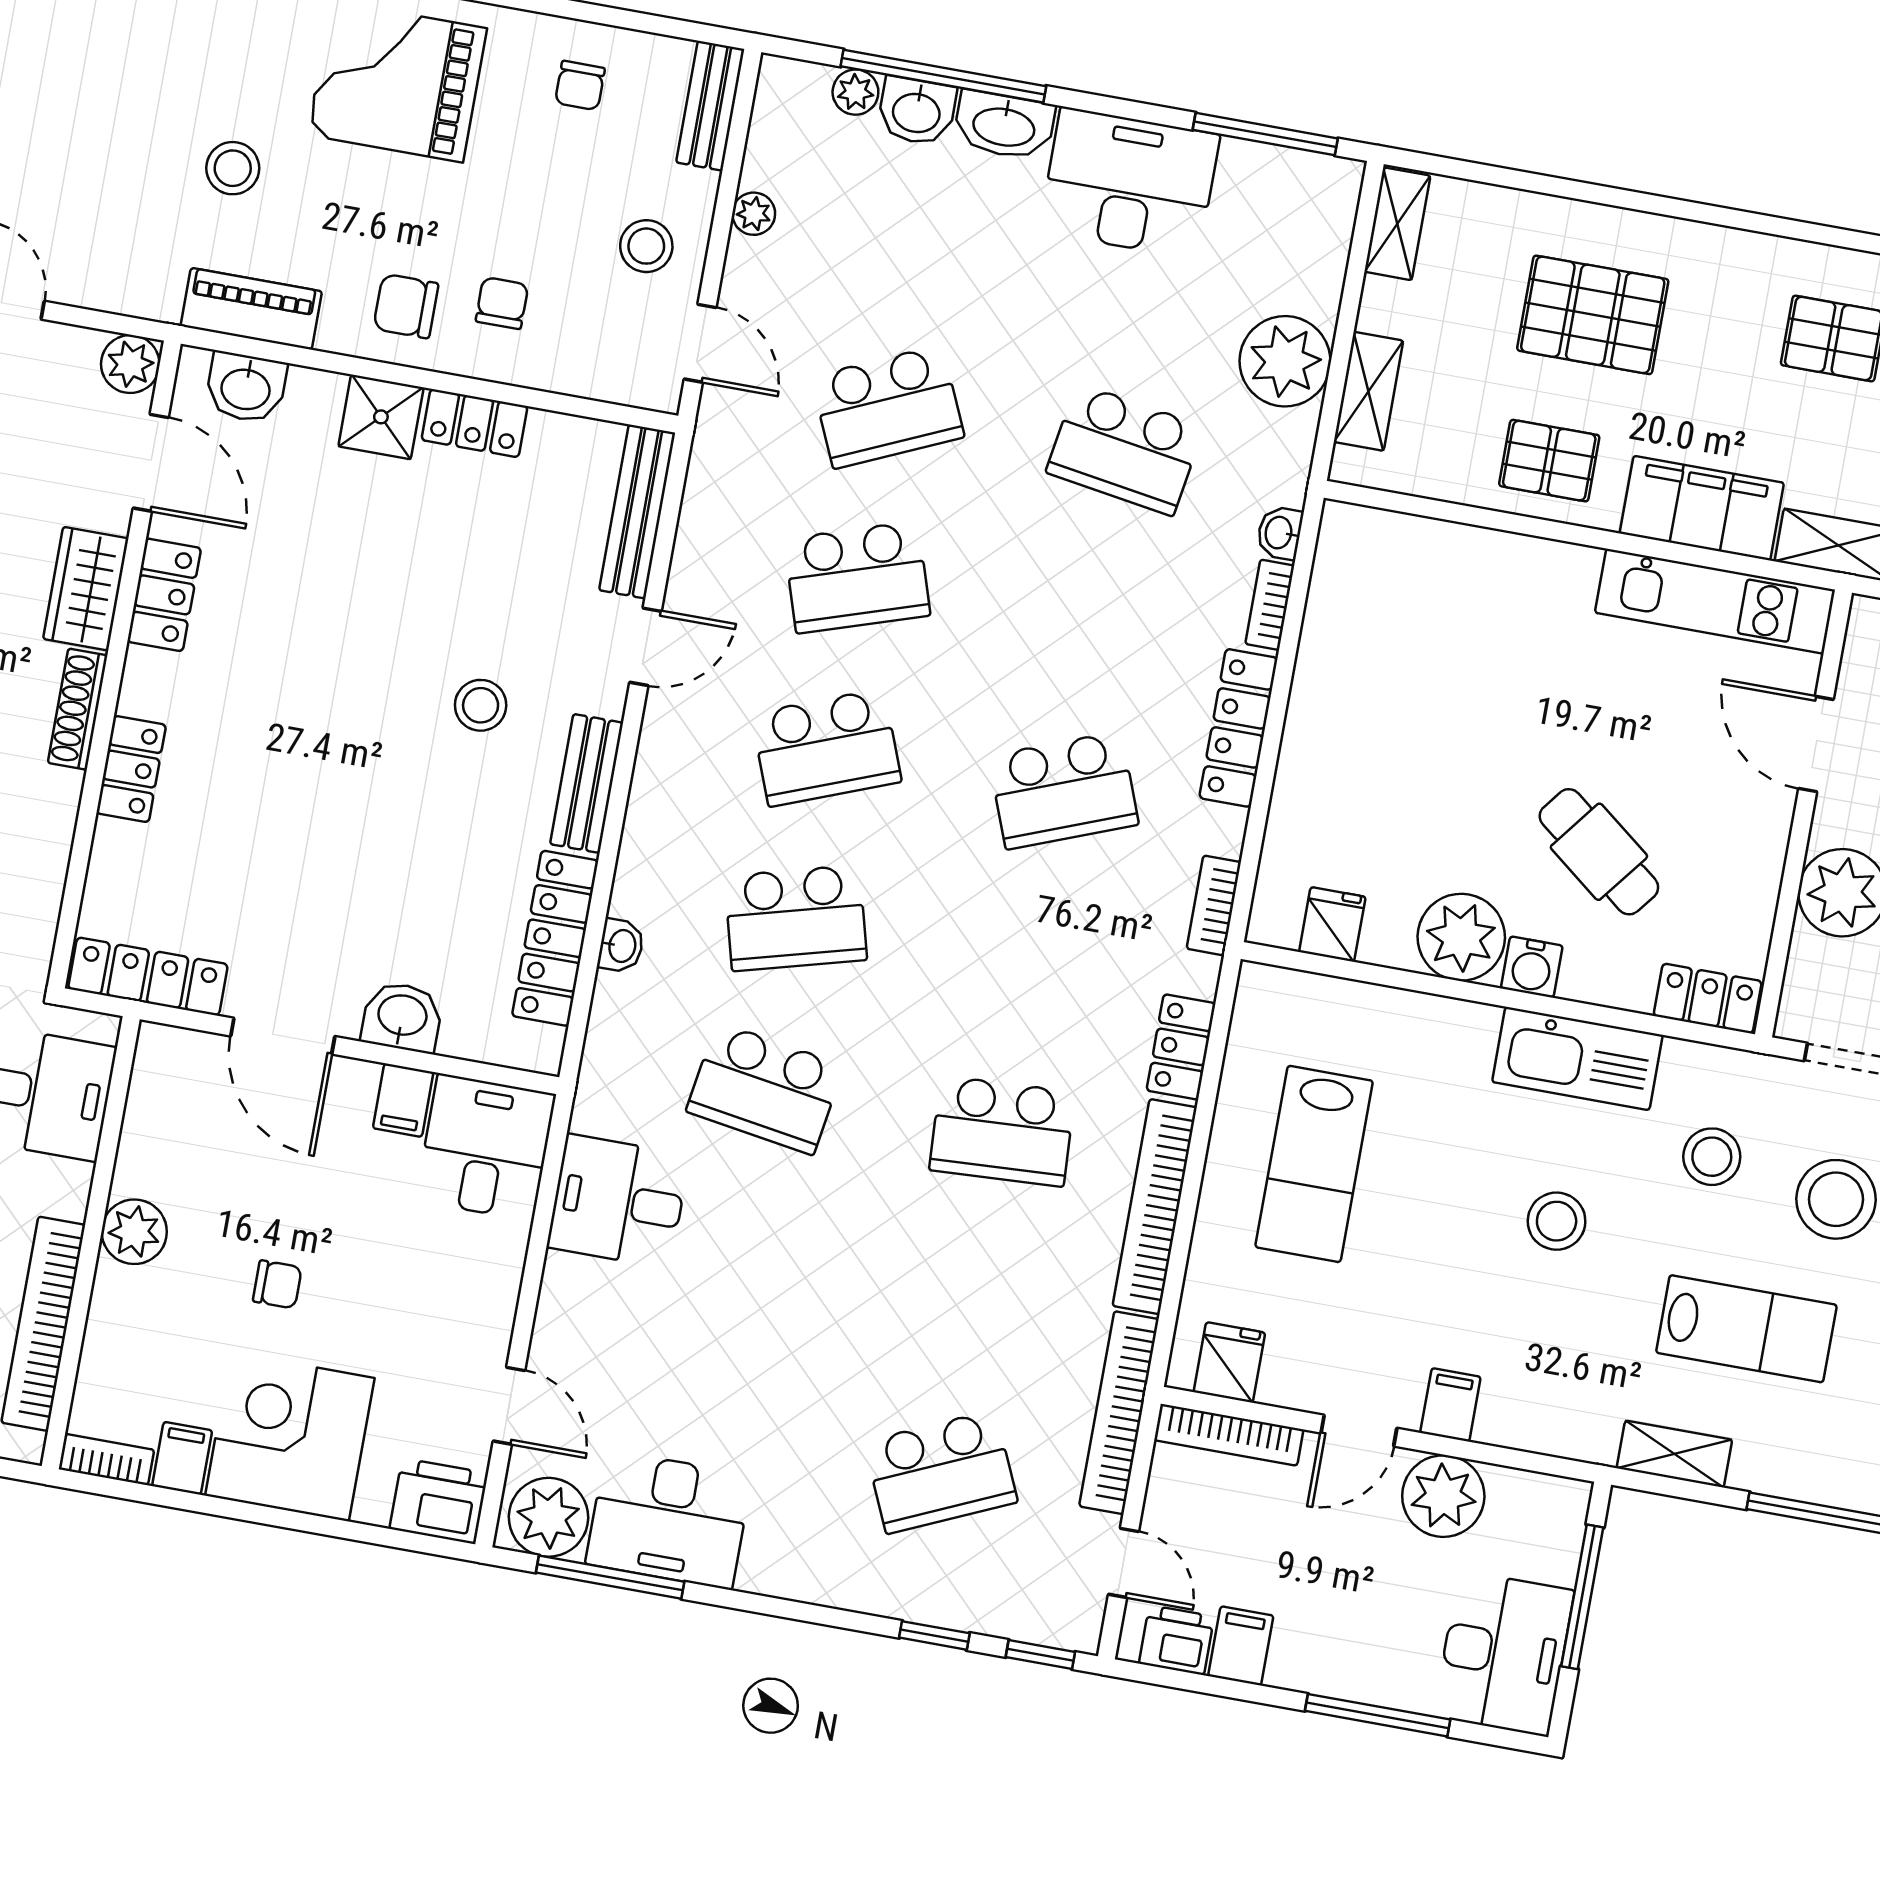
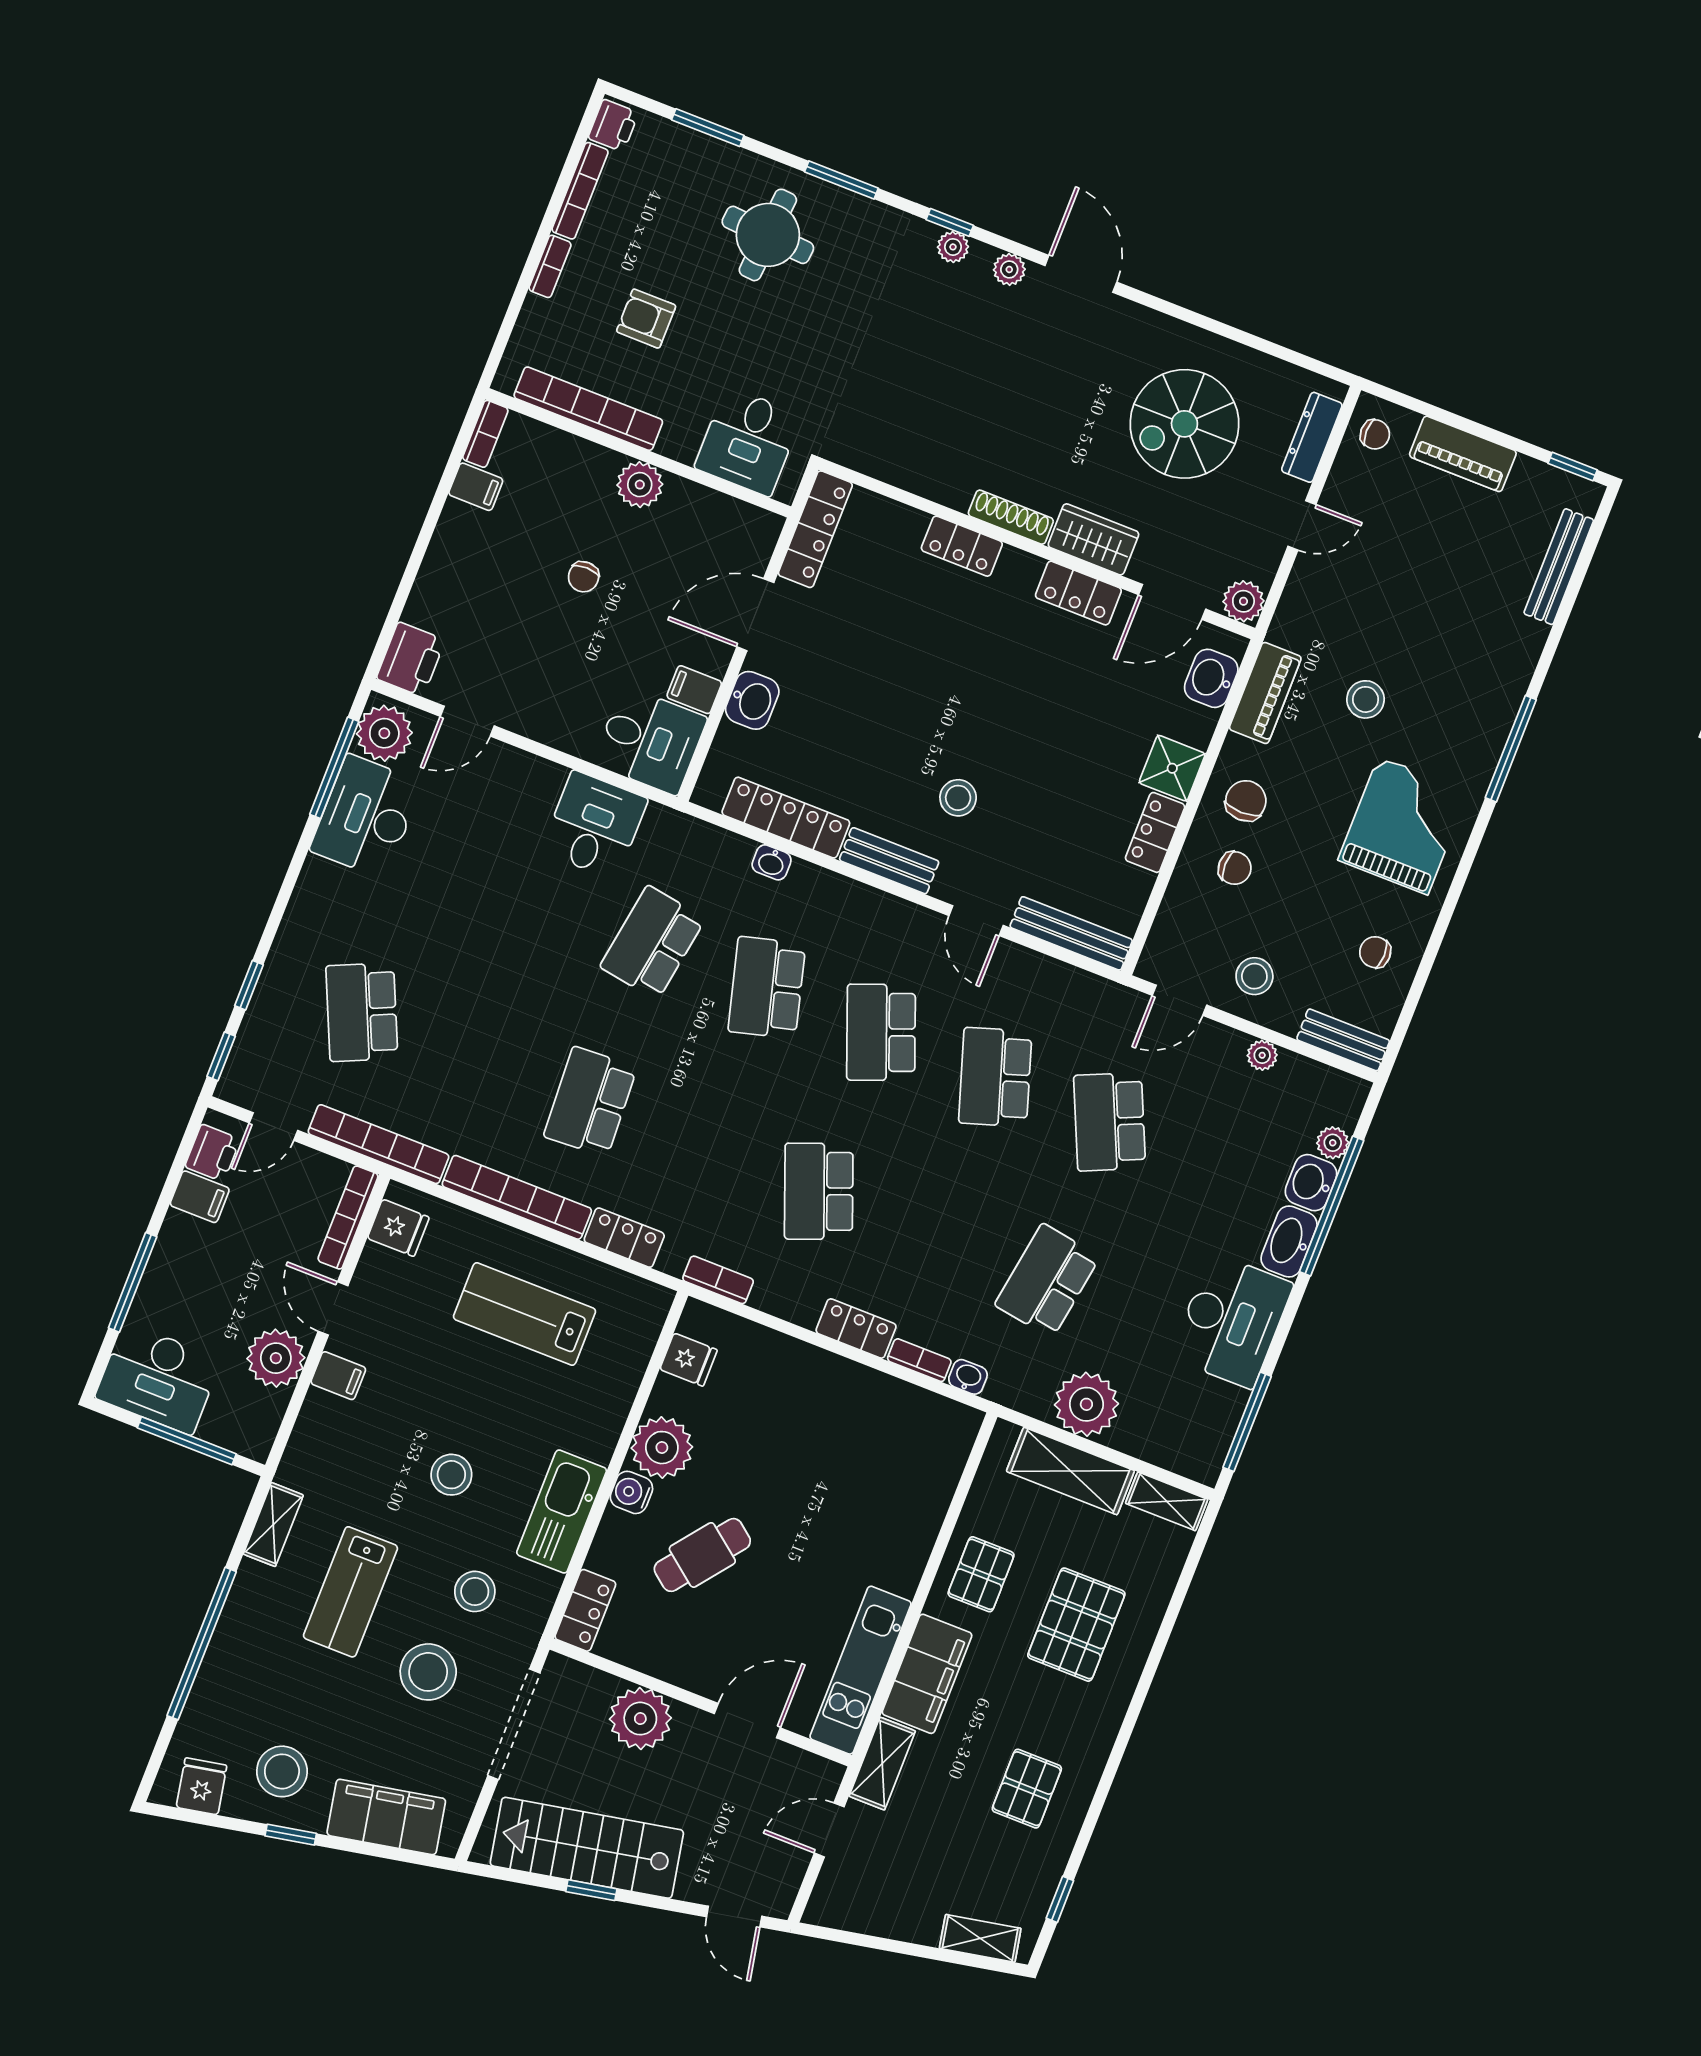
shelving: (1369, 391) -> (1070, 1471), width x1.50, depth x1.33
locker: (1238, 728) -> (856, 1328), width x0.66
corner desk: (290, 1437) -> (476, 565), removed

